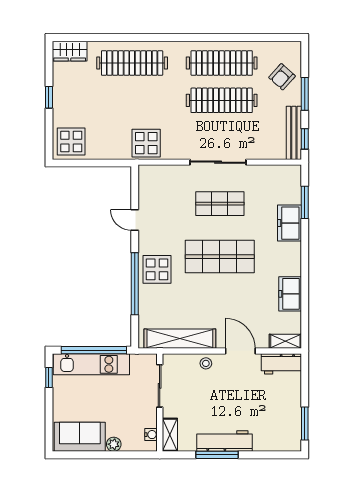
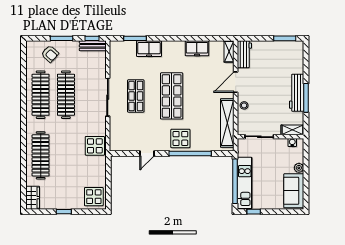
bench: (294, 133) -> (93, 46), width x0.73

